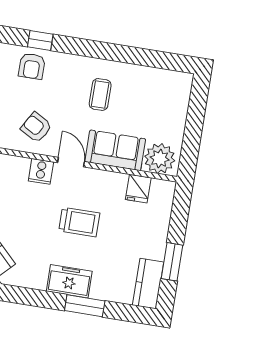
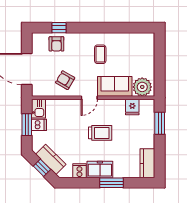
door: (71, 162) -> (89, 98), swing flipped
cooker: (41, 171) -> (79, 171), moved, turned 180
window: (172, 262) -> (160, 123), moved

